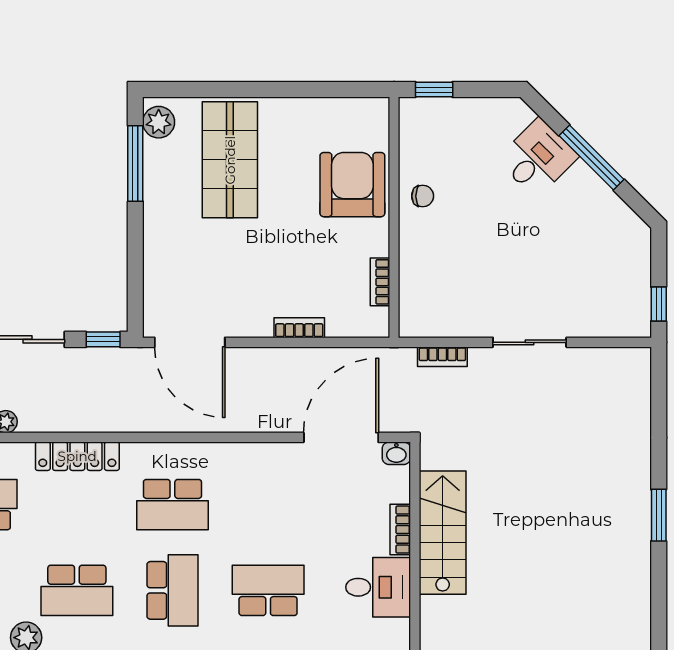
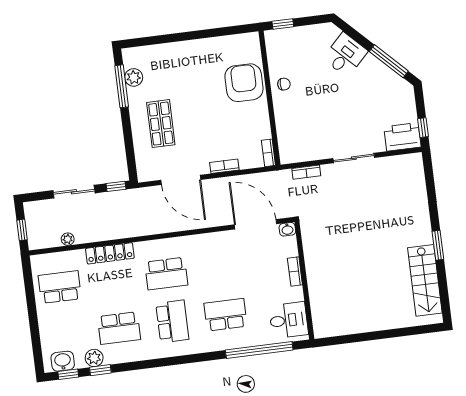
plant: (159, 122) -> (134, 77), moved
window: (592, 158) -> (389, 61), moved
shop shelf: (230, 160) -> (161, 124), moved, width x0.70, depth x0.74
bookcase: (380, 282) -> (268, 153), moved
printer: (620, 316) -> (403, 137), added
door: (190, 342) -> (181, 180), moved
door: (341, 437) -> (255, 224), hinge flipped
stairs: (443, 533) -> (425, 280), moved, turned 180
desk: (378, 587) -> (289, 320), moved

